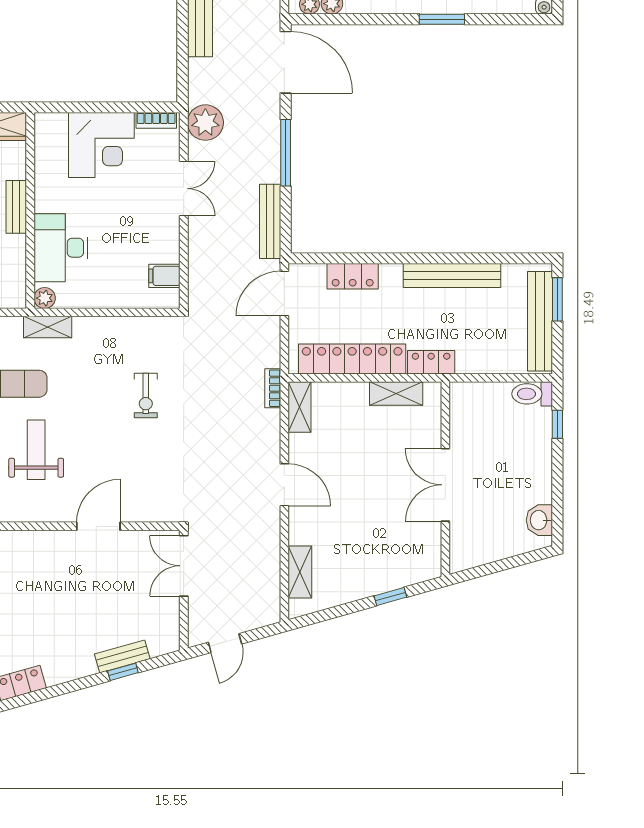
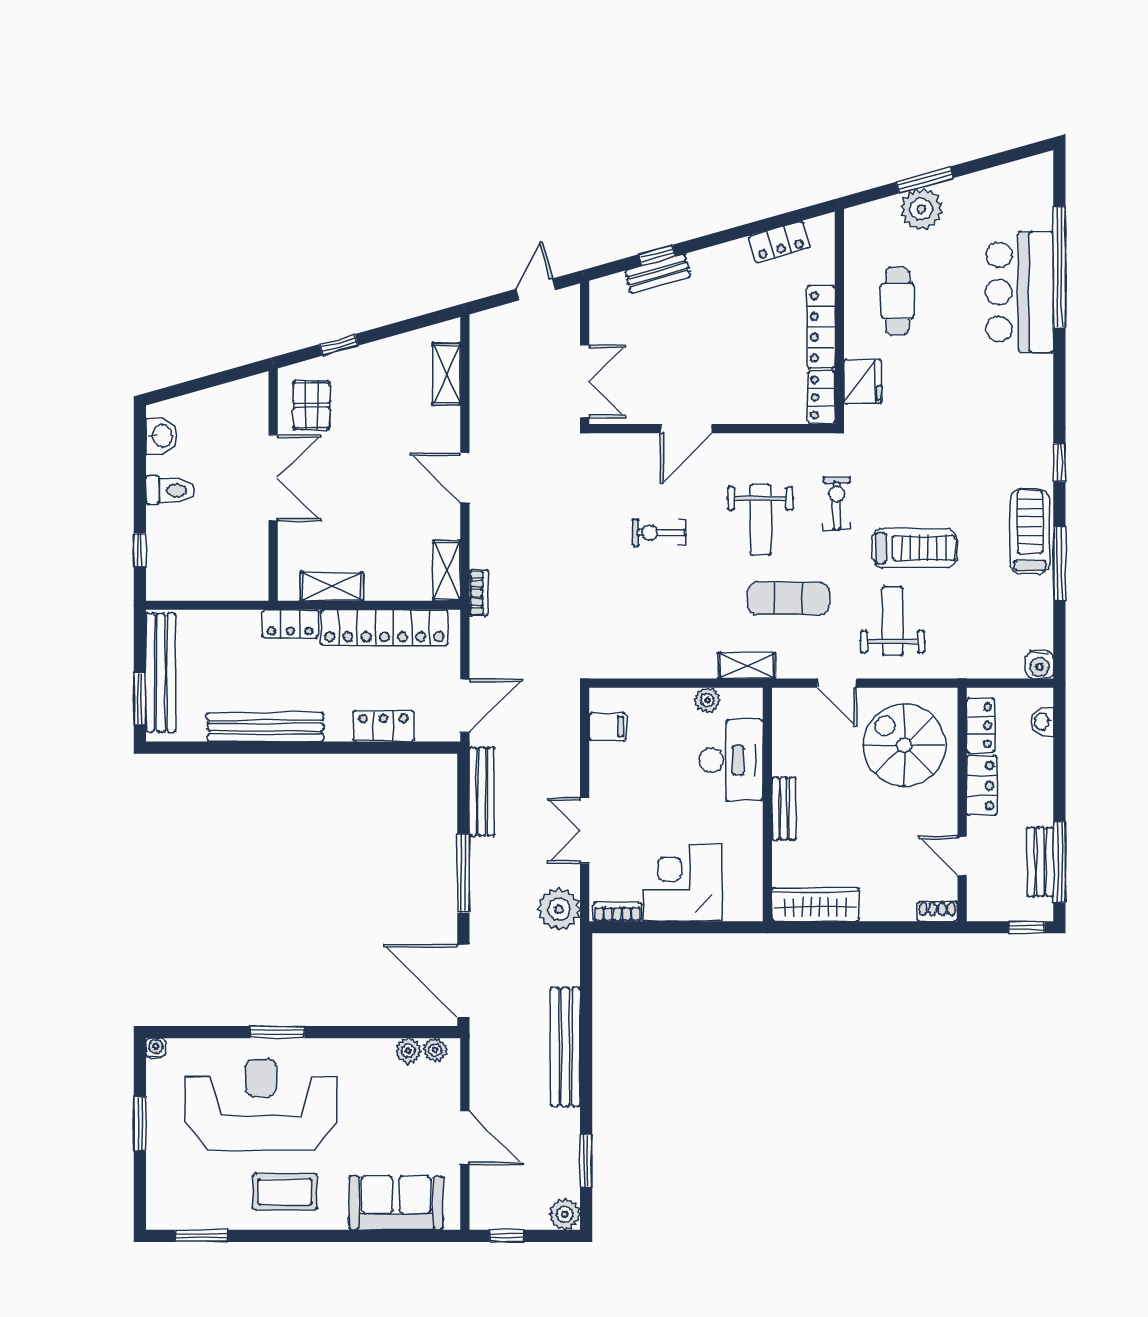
plant: (45, 298) -> (707, 700), moved
toilet: (532, 394) -> (170, 490), moved
exercise bike: (146, 396) -> (659, 533), moved, turned -90
pallet: (413, 546) -> (312, 405), added

